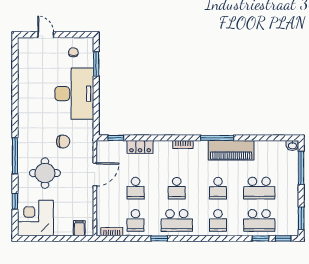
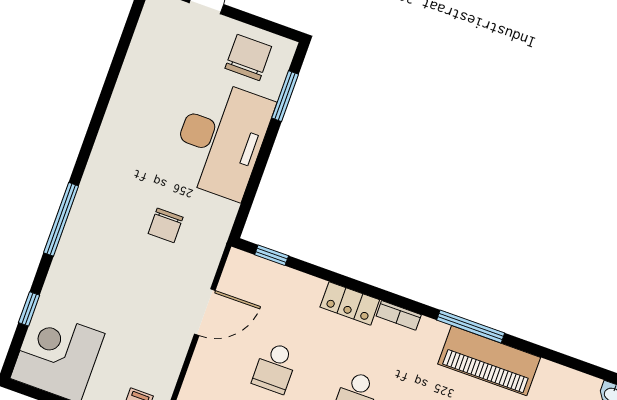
chair: (73, 52) -> (248, 57), width x1.87, depth x1.87
chair: (63, 142) -> (166, 225), turned 89
locker: (140, 147) -> (350, 303), moved
round table: (45, 173) -> (108, 274), removed

